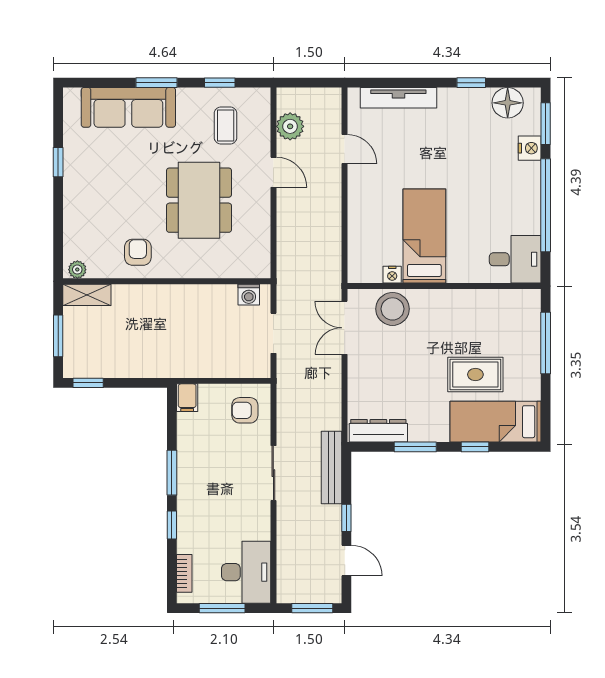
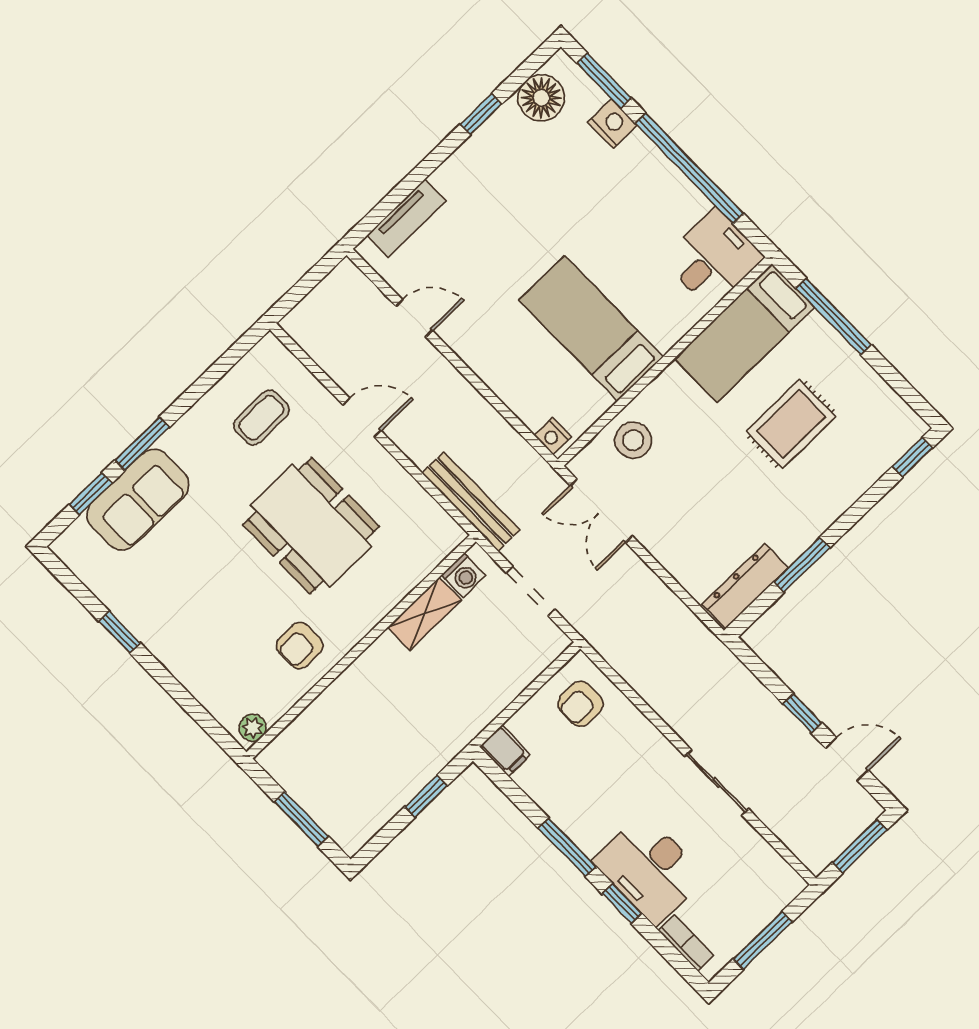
window: (220, 83) -> (91, 494), moved
tv unit: (398, 98) -> (407, 218), width x0.71
sofa: (128, 107) -> (138, 500), width x0.73
coffee table: (226, 125) -> (261, 418), turned 90
plant: (290, 126) -> (332, 351), removed
armchair: (138, 252) -> (300, 646), turned -90
nightstand: (392, 275) -> (553, 436), moved, turned 90
shelving: (87, 295) -> (425, 614), moved
stool: (392, 309) -> (633, 440), width x0.73, depth x0.73
window: (88, 383) -> (426, 796), moved
bed: (495, 422) -> (744, 333), moved
window: (475, 447) -> (912, 457), moved
bench: (332, 467) -> (471, 502), moved
sliding door: (273, 473) -> (717, 783), moved
desk: (246, 572) -> (650, 869), moved, turned 180

